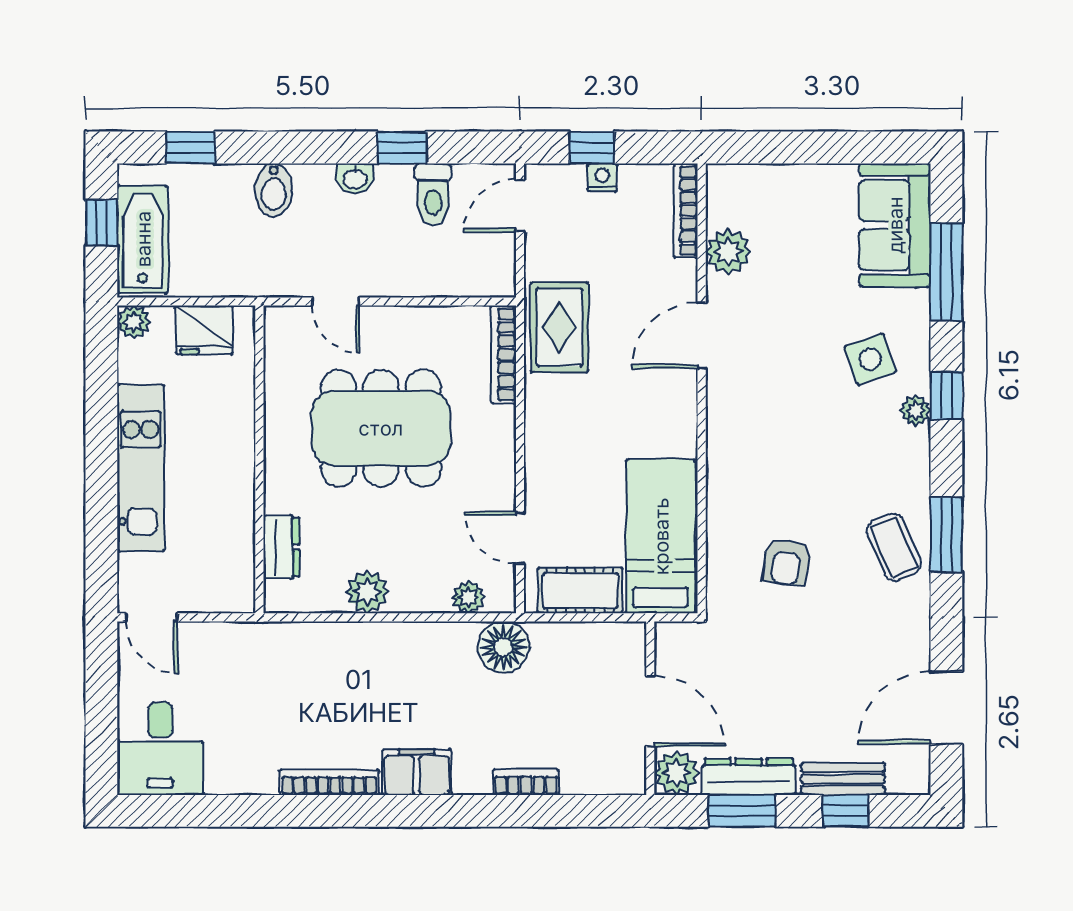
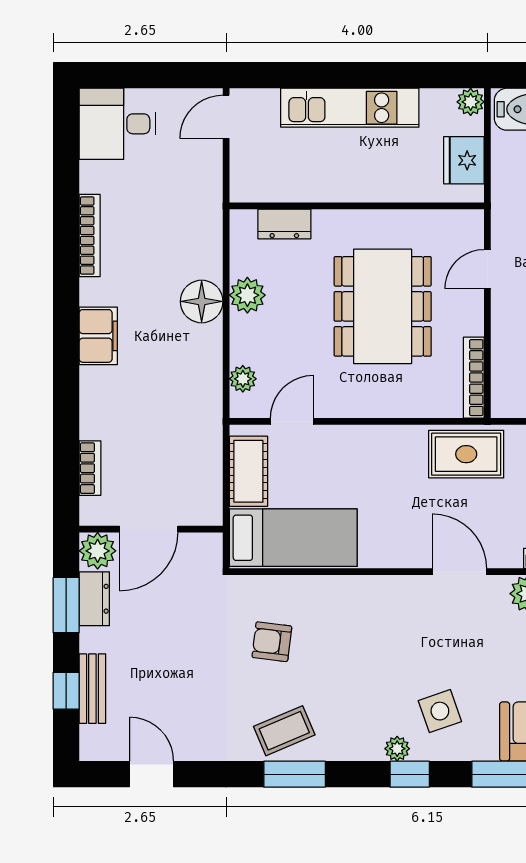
bookcase: (503, 355) -> (474, 378), moved, turned -90
floor lamp: (504, 647) -> (202, 301), moved
door: (946, 708) -> (151, 774), width x0.73
dresser: (749, 777) -> (94, 599), width x0.70
bookcase: (329, 782) -> (90, 235), moved
bookcase: (526, 782) -> (90, 468), moved

